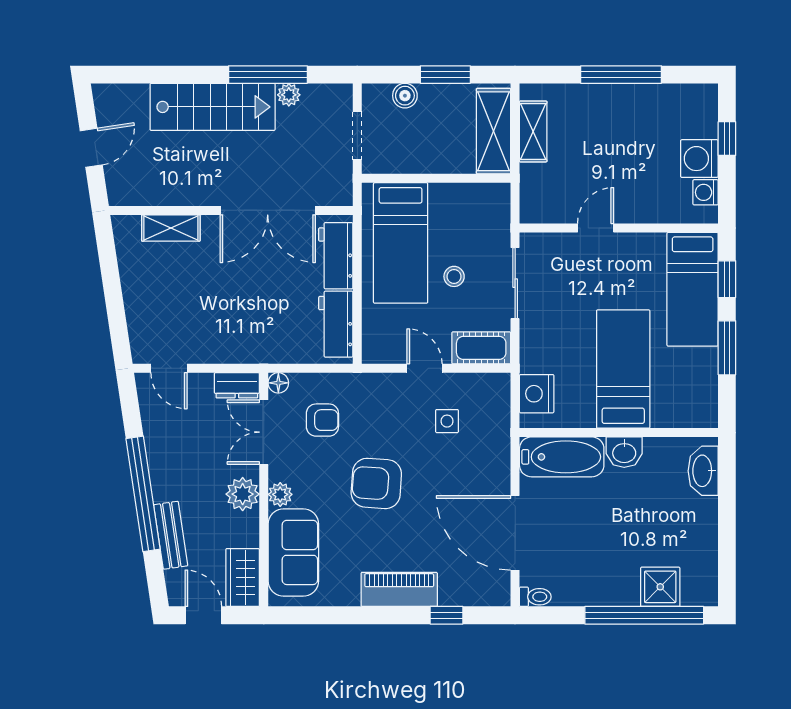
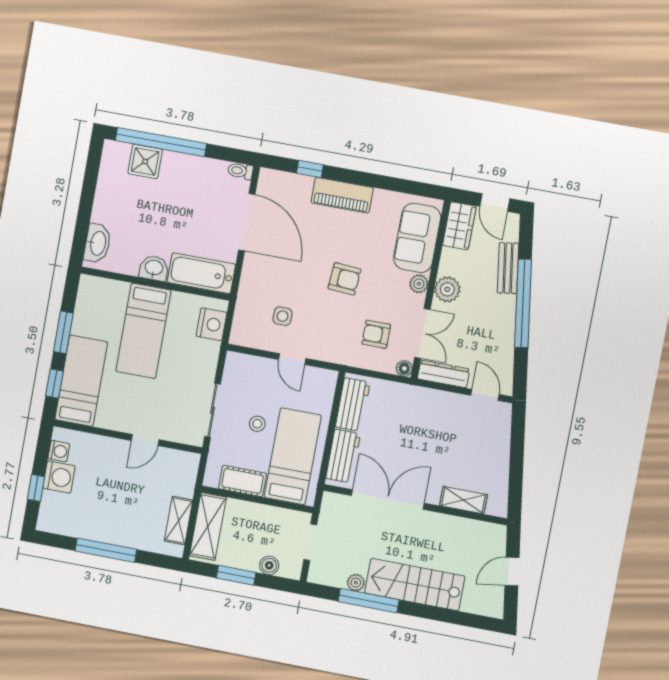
cot: (481, 348) -> (243, 481), moved
dresser: (237, 385) -> (444, 374), width x1.44
armchair: (376, 483) -> (344, 279), width x0.72, depth x0.72

